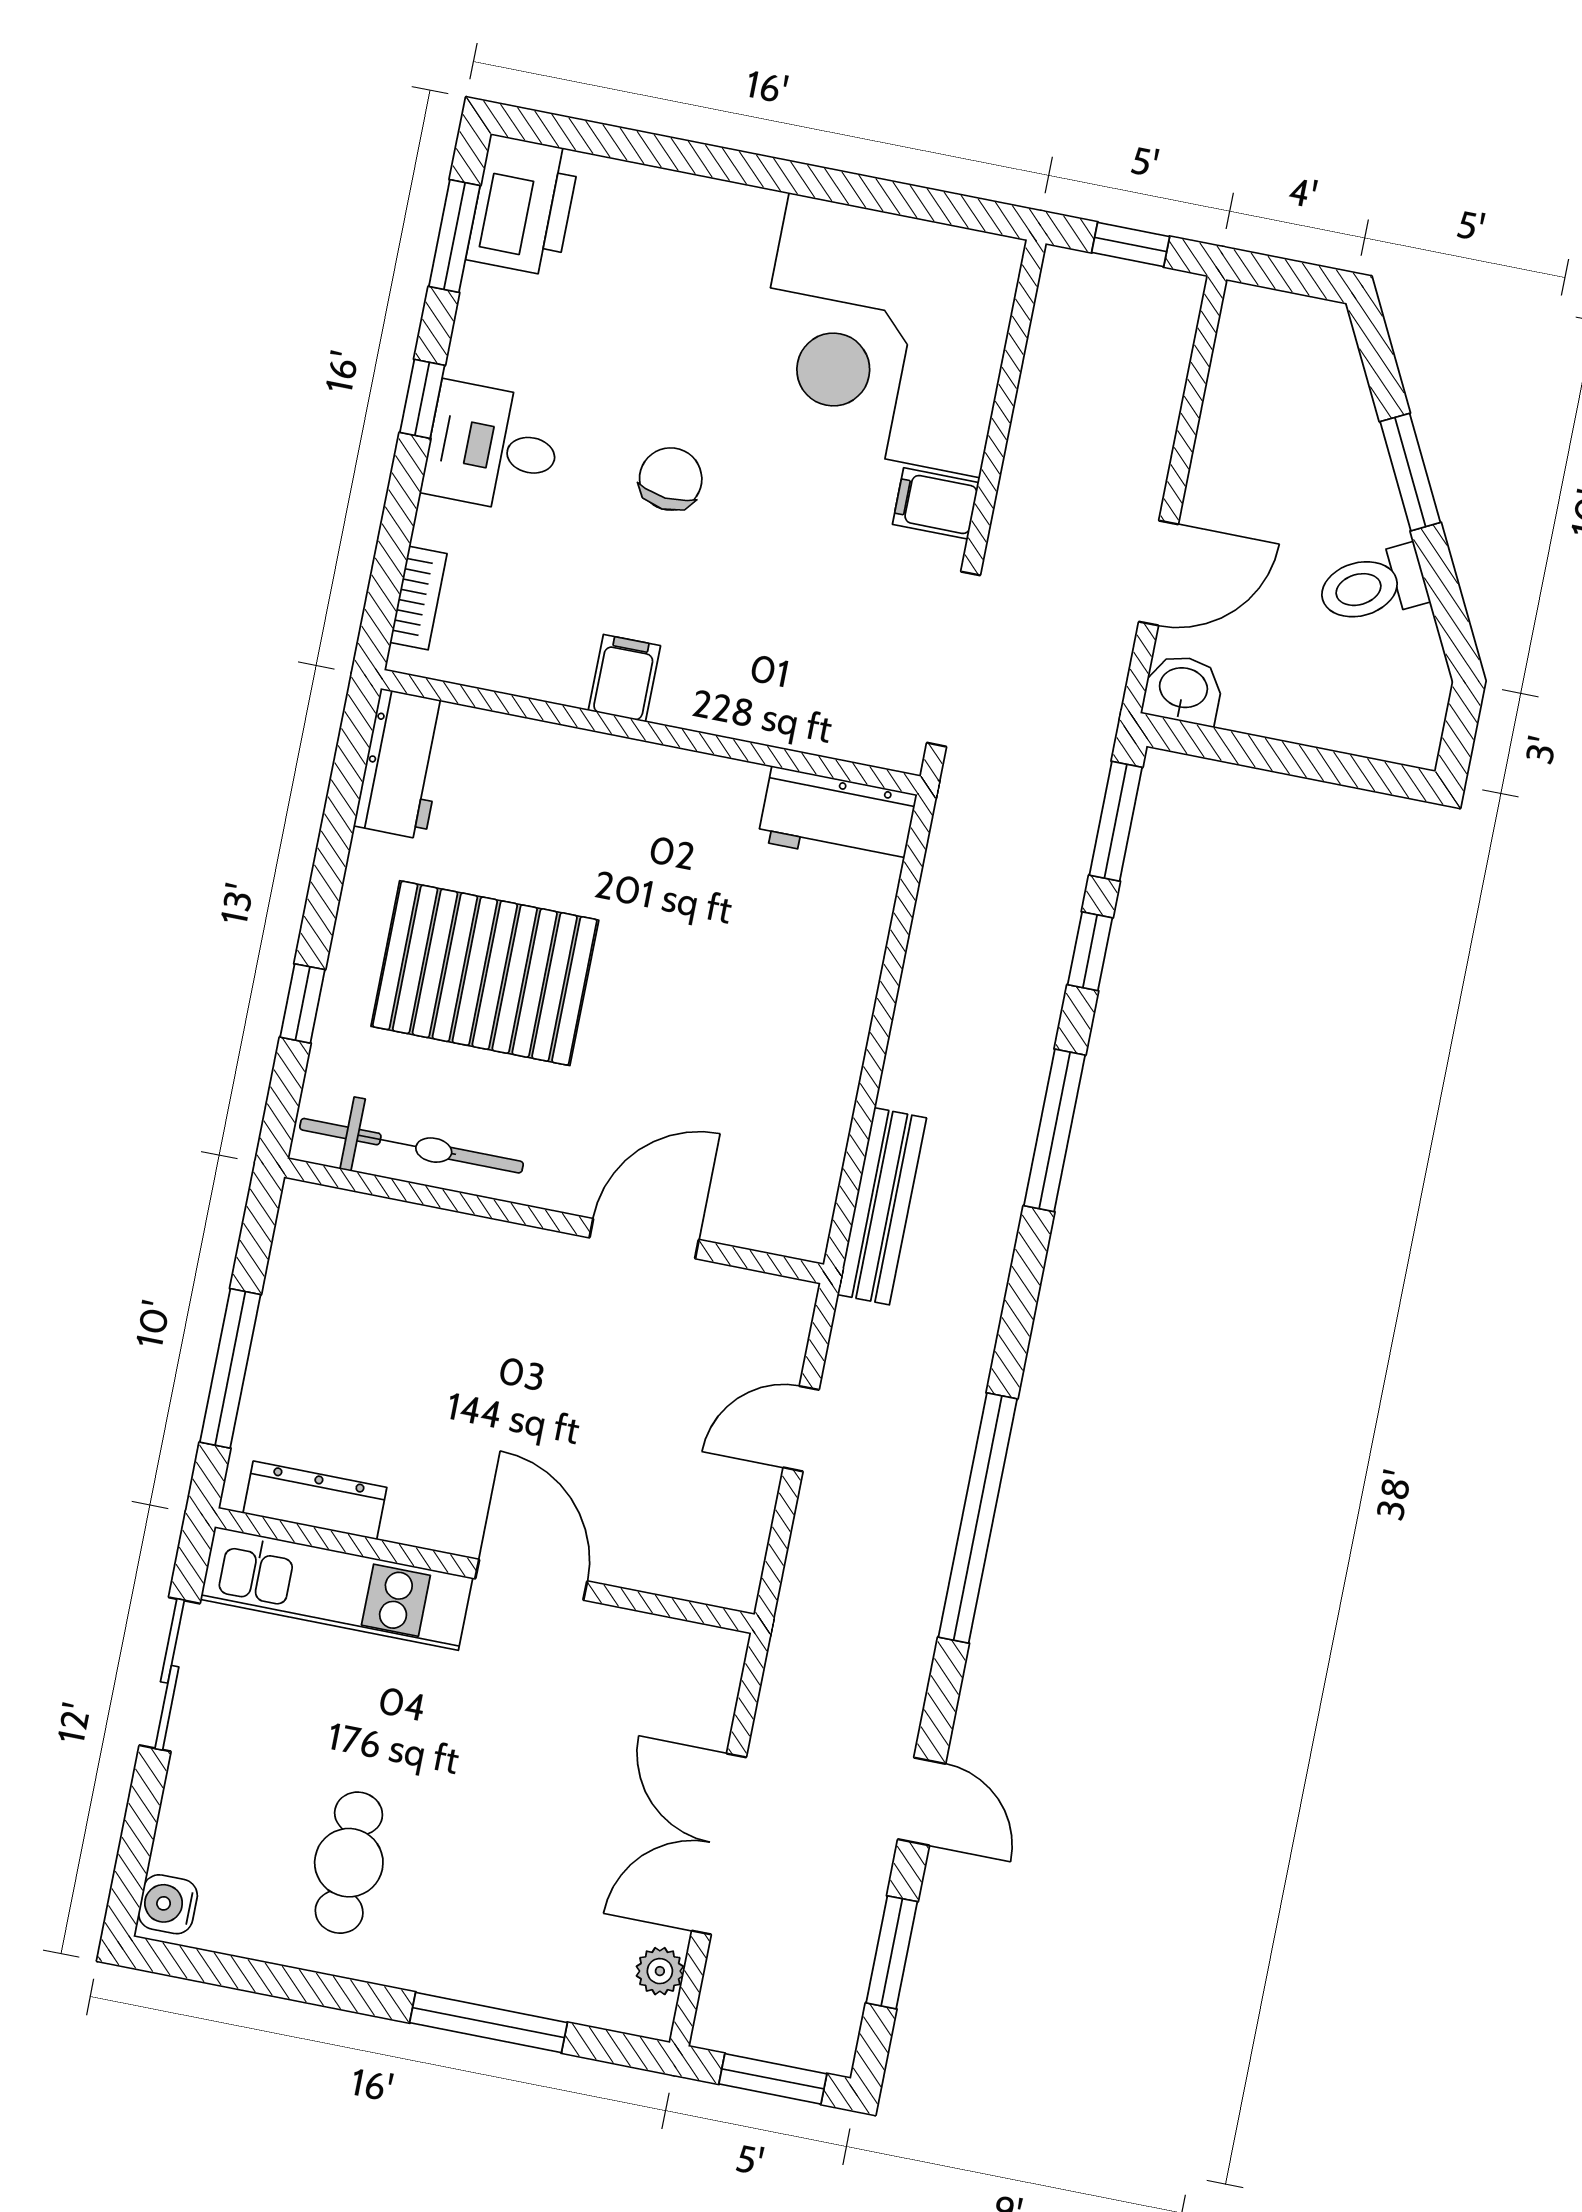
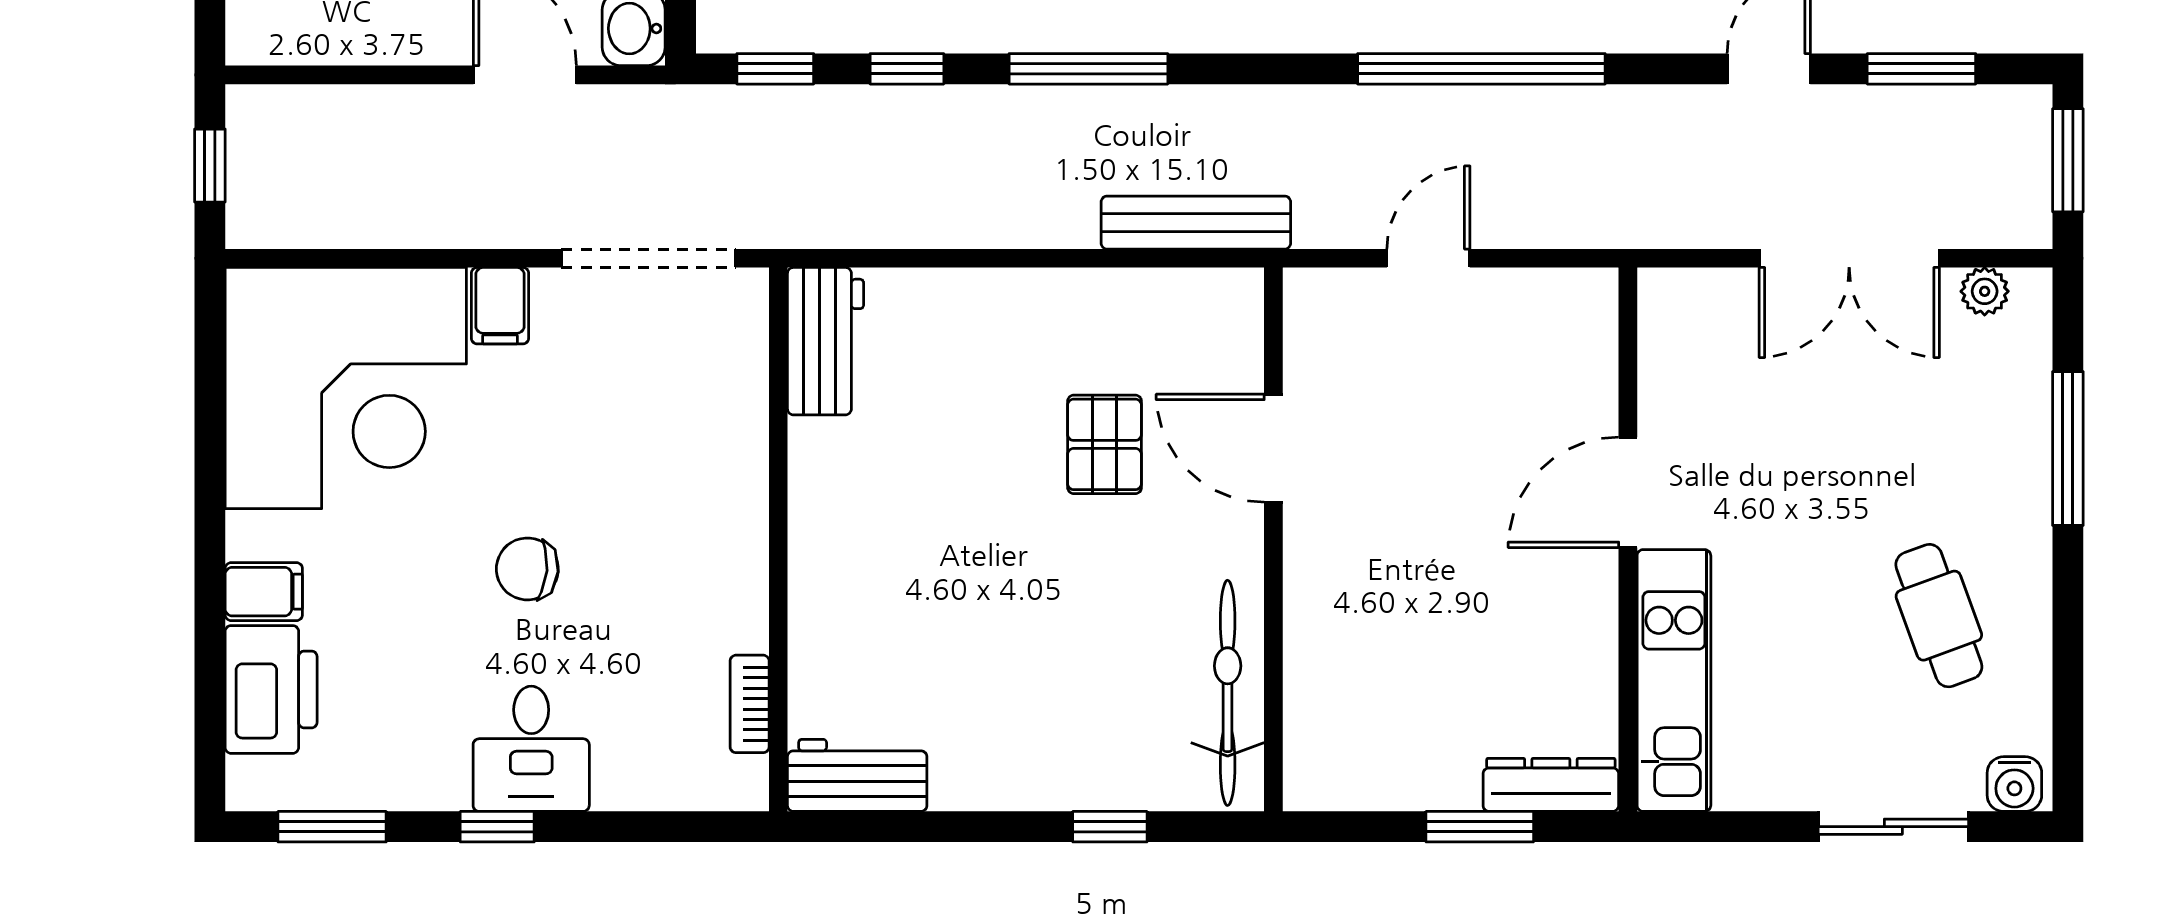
printer: (523, 205) -> (271, 689), moved, turned 90
bookcase: (418, 598) -> (750, 704), moved, turned -90
filing cabinet: (624, 678) -> (264, 592), moved, turned 180
window: (1116, 821) -> (775, 69), width x0.67
pallet: (485, 973) -> (1105, 444), moved, width x0.49, depth x0.50
window: (230, 1368) -> (1480, 827), width x0.69
door: (801, 1429) -> (1428, 258), swing flipped
dresser: (315, 1500) -> (1551, 785), moved, turned 90
sliding door: (170, 1674) -> (1893, 827), moved
cafe table: (349, 1863) -> (1939, 616), turned 70

